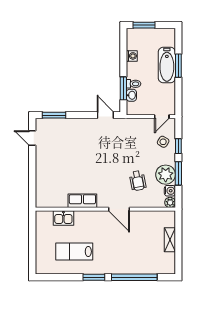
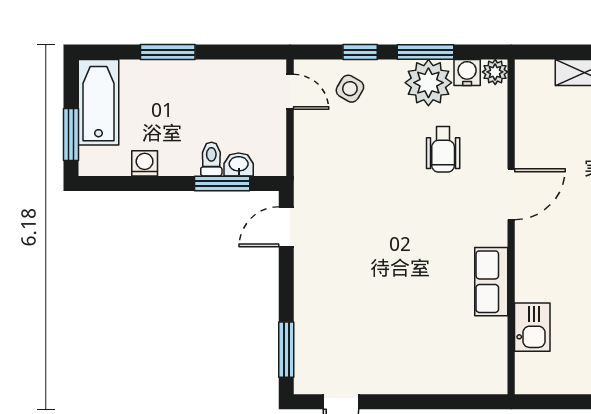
bathtub: (167, 65) -> (98, 102), moved, turned -90
wheelchair: (138, 181) -> (443, 149), turned 101

